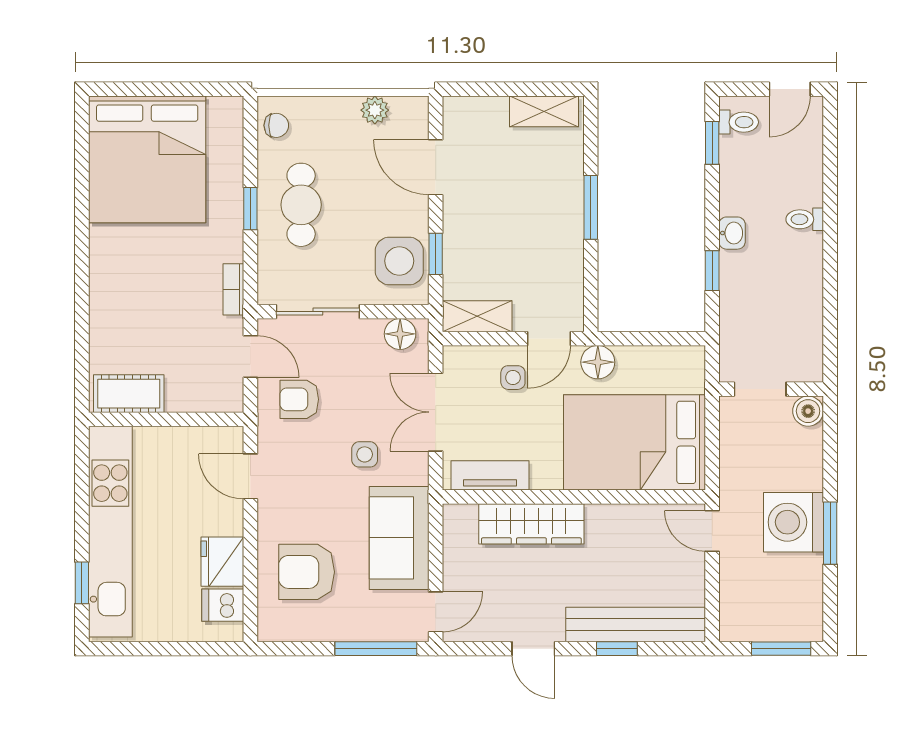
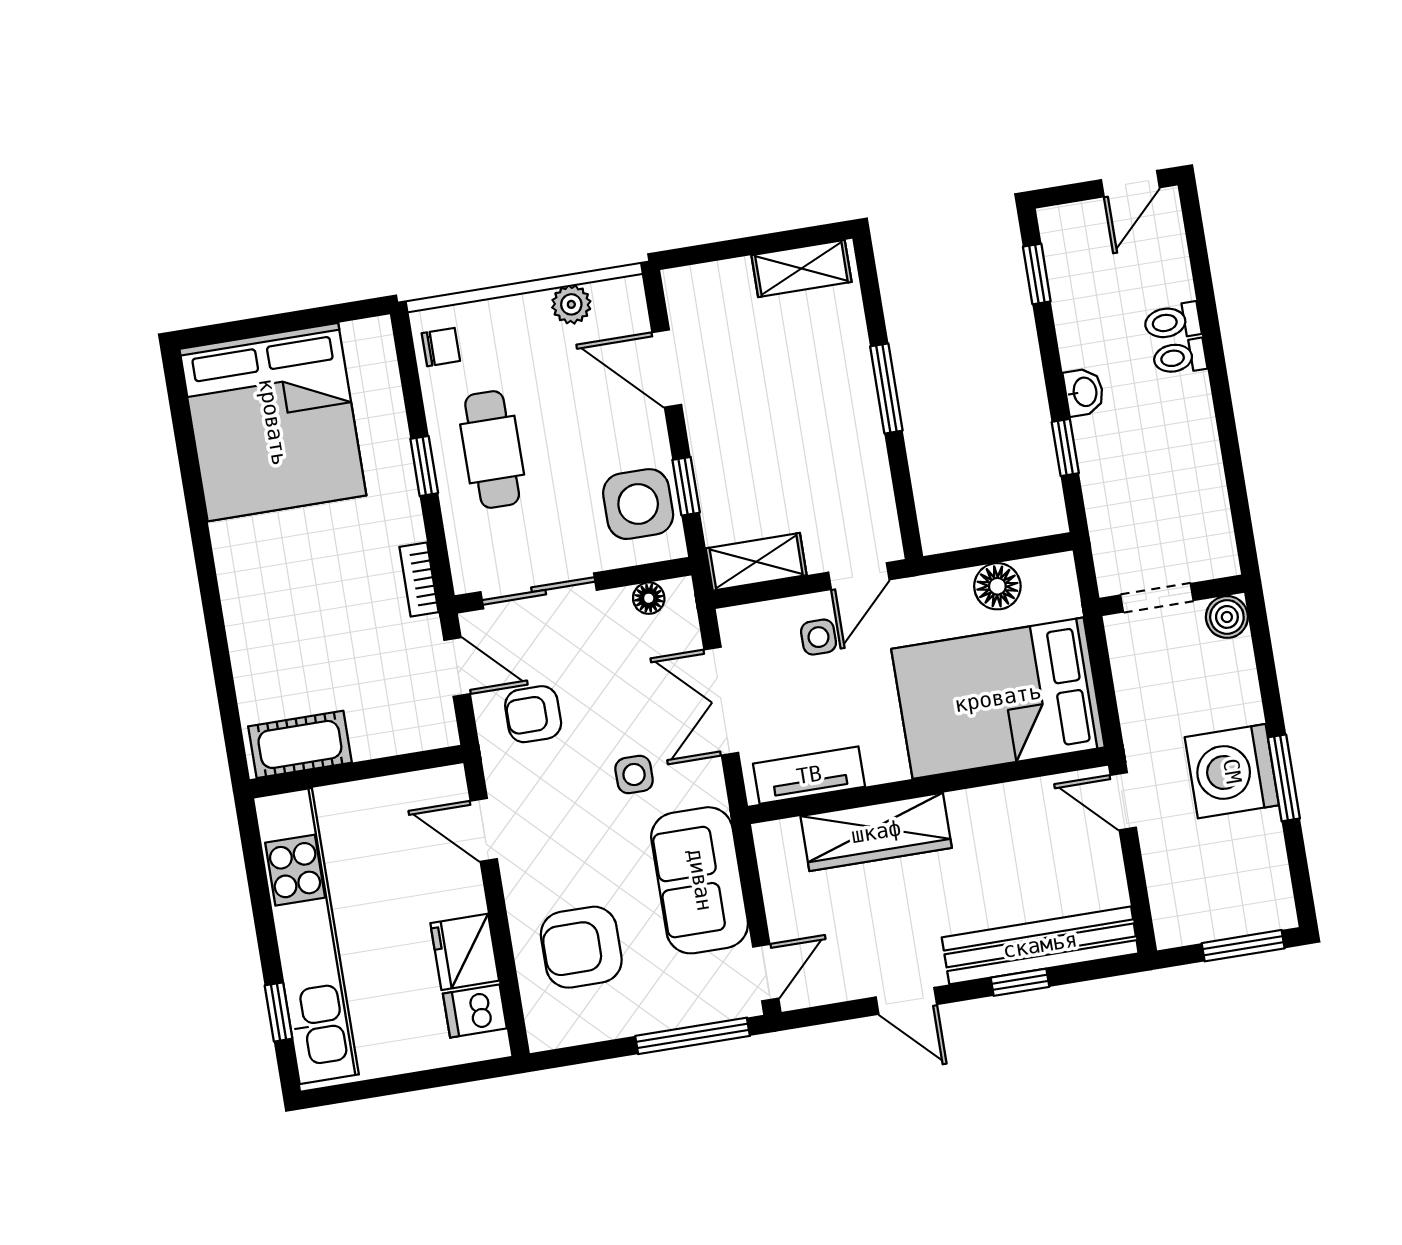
toilet: (739, 122) -> (1172, 322), moved, turned 180
floor lamp: (400, 334) -> (649, 598), width x0.73, depth x0.73
floor lamp: (598, 362) -> (997, 586), moved

